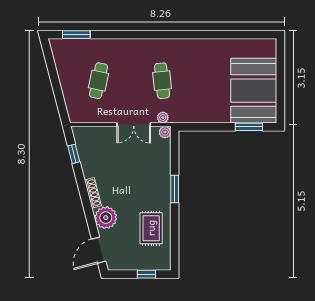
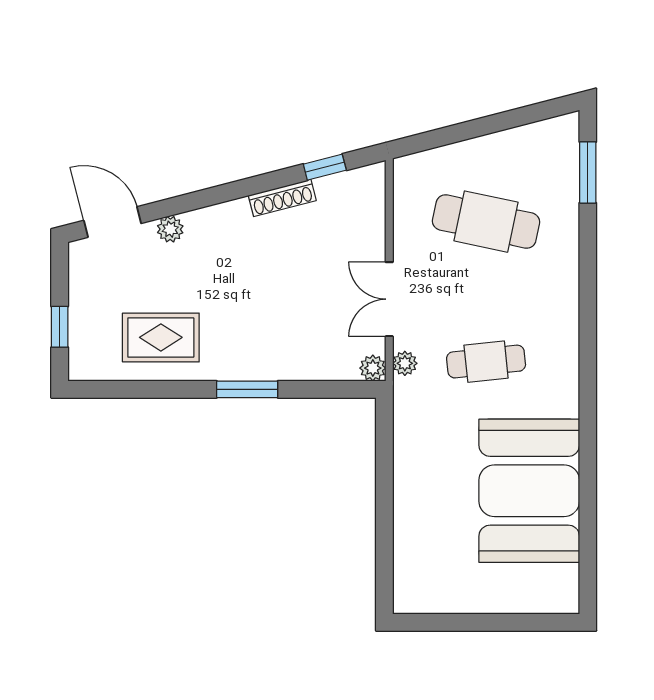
cafe table: (98, 81) -> (486, 222), width x1.37, depth x1.35
booth: (254, 91) -> (529, 491), moved, turned 90
window: (249, 127) -> (384, 553), removed
shoe rack: (93, 193) -> (282, 198), moved
plant: (106, 218) -> (170, 229), width x0.53, depth x0.53

